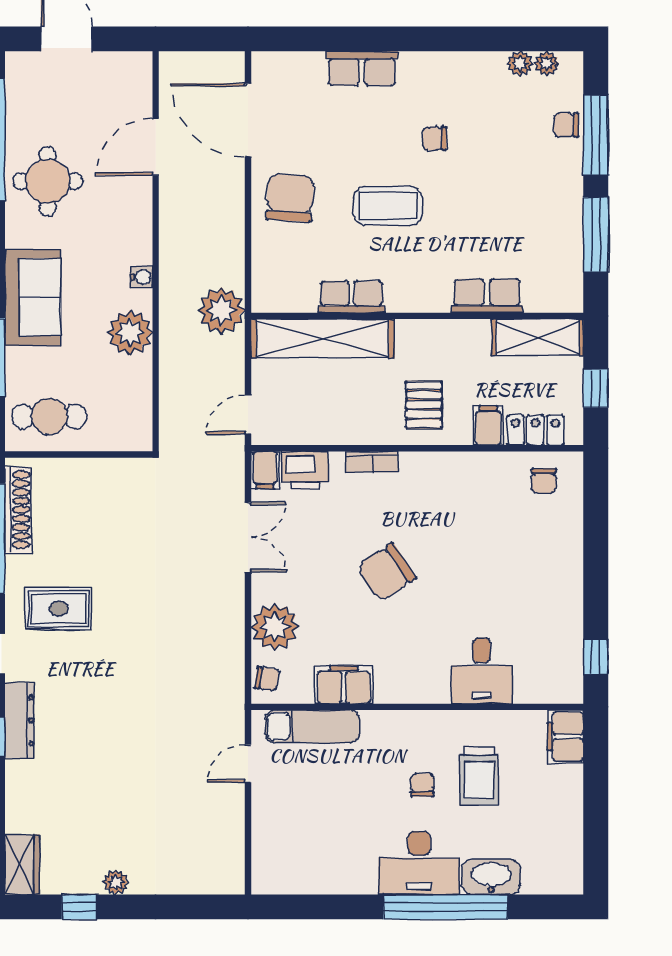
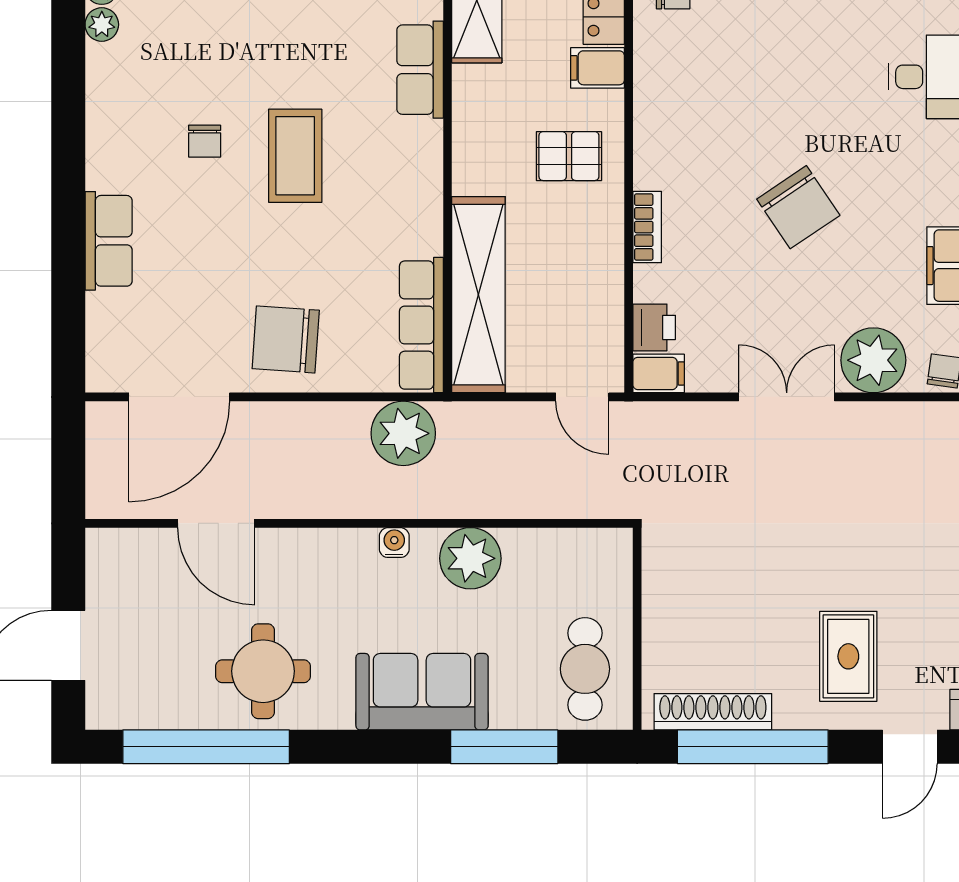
coffee table: (388, 206) -> (295, 156), moved
row of seats: (351, 297) -> (421, 325), moved, width x1.48
plant: (221, 311) -> (403, 433), moved
printer: (305, 471) -> (654, 327), width x0.73, depth x0.81
double door: (248, 537) -> (787, 397), moved

